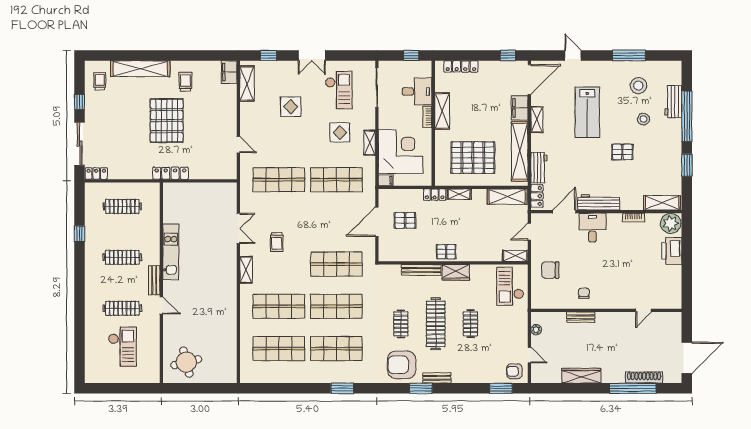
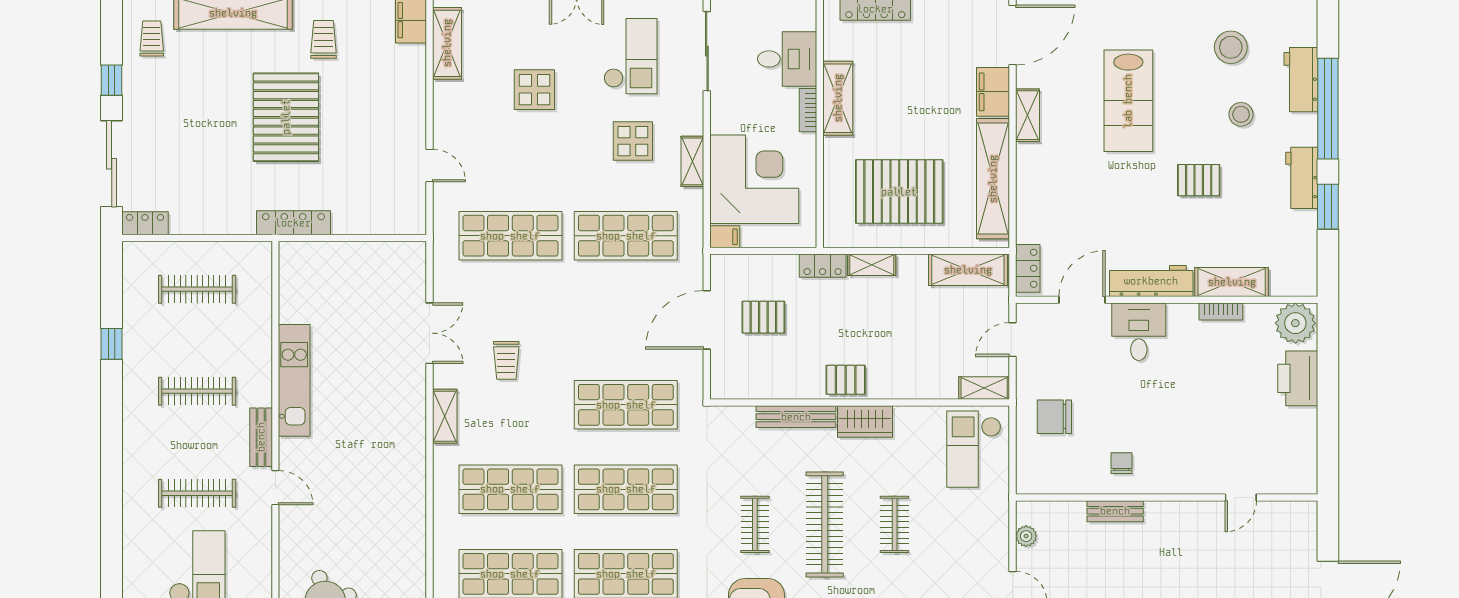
workbench: (539, 168) -> (1302, 178), moved, turned 180
shelving: (662, 203) -> (1232, 282), moved

